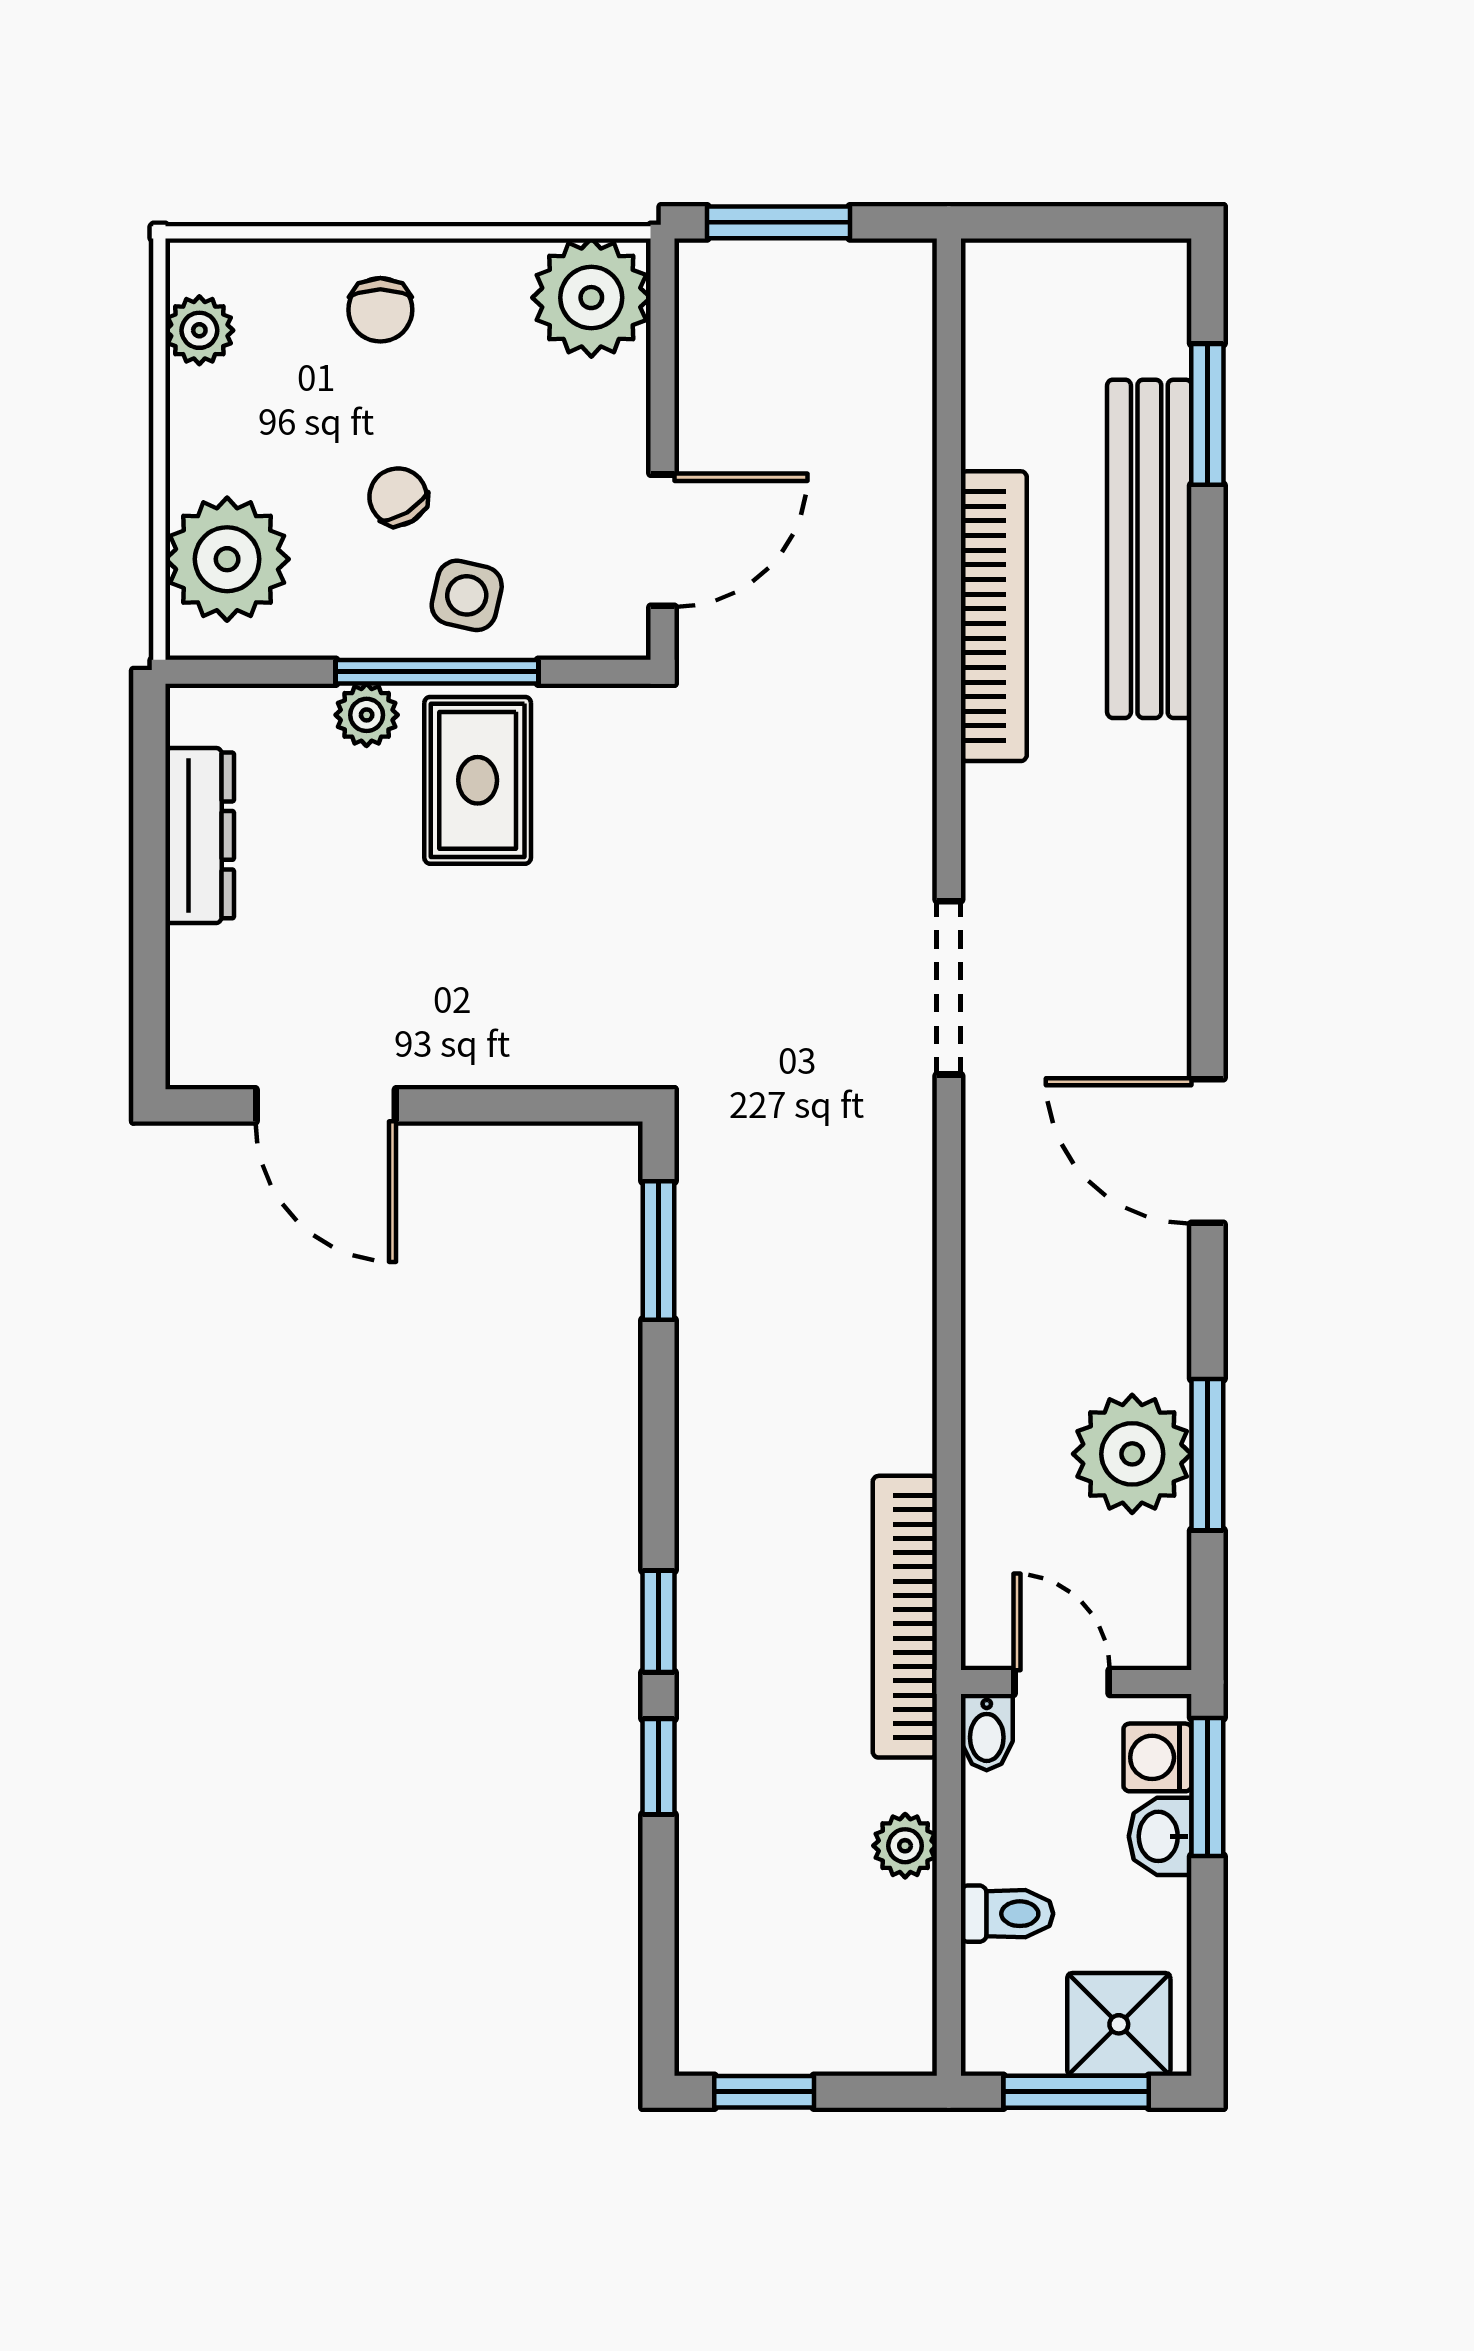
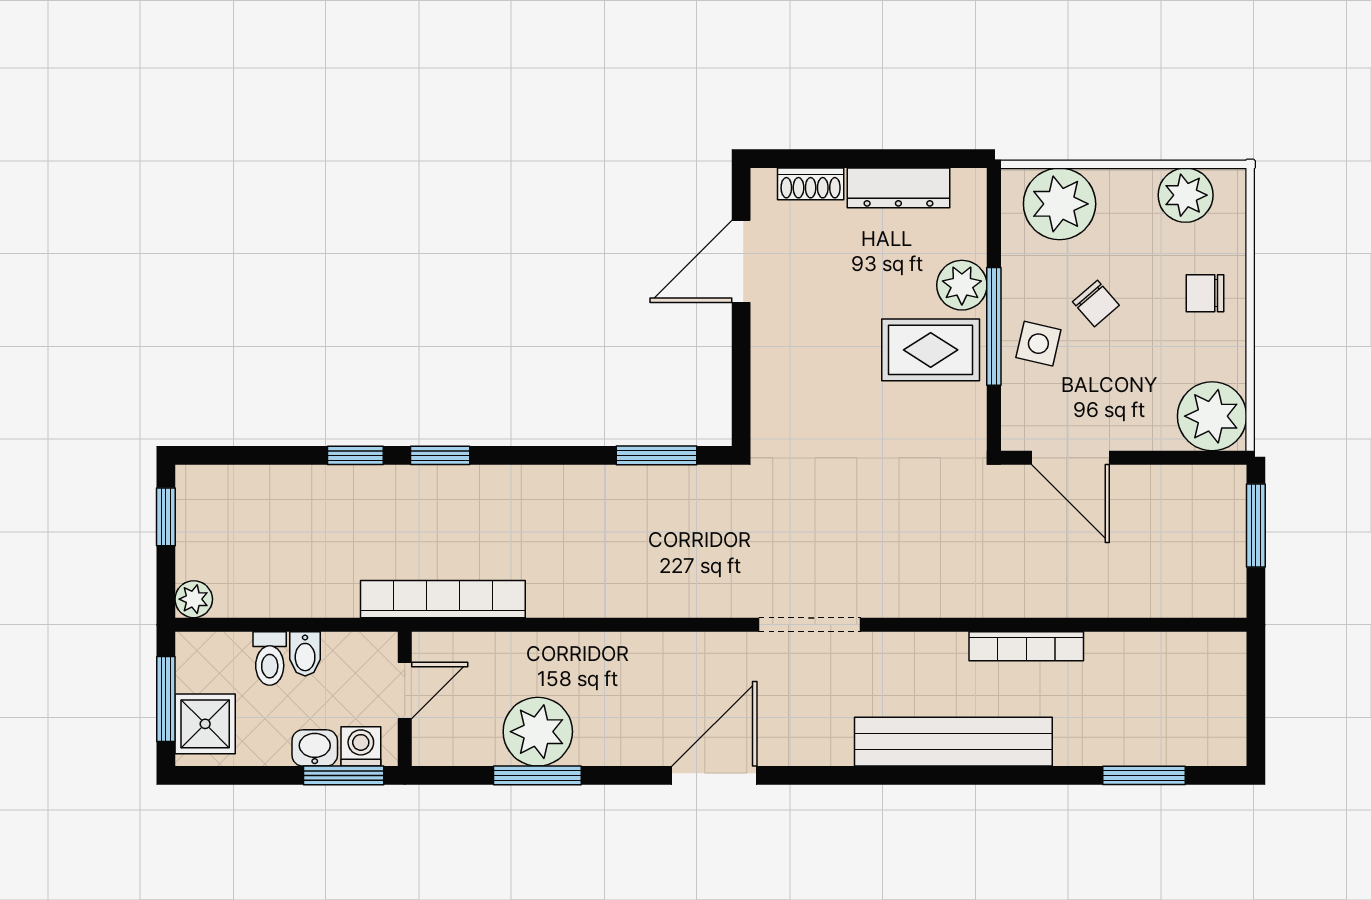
plant: (199, 330) -> (1186, 195), width x1.38, depth x1.38
chair: (398, 497) -> (1096, 304), turned 80
bench: (1149, 549) -> (953, 742), moved
bookcase: (994, 616) -> (1026, 646), width x0.68, depth x0.76
plant: (367, 715) -> (962, 285), width x1.38, depth x1.38
shoe rack: (193, 986) -> (811, 184), added
bidet: (987, 1732) -> (305, 654), moved, turned -90
plant: (905, 1846) -> (194, 599), moved

